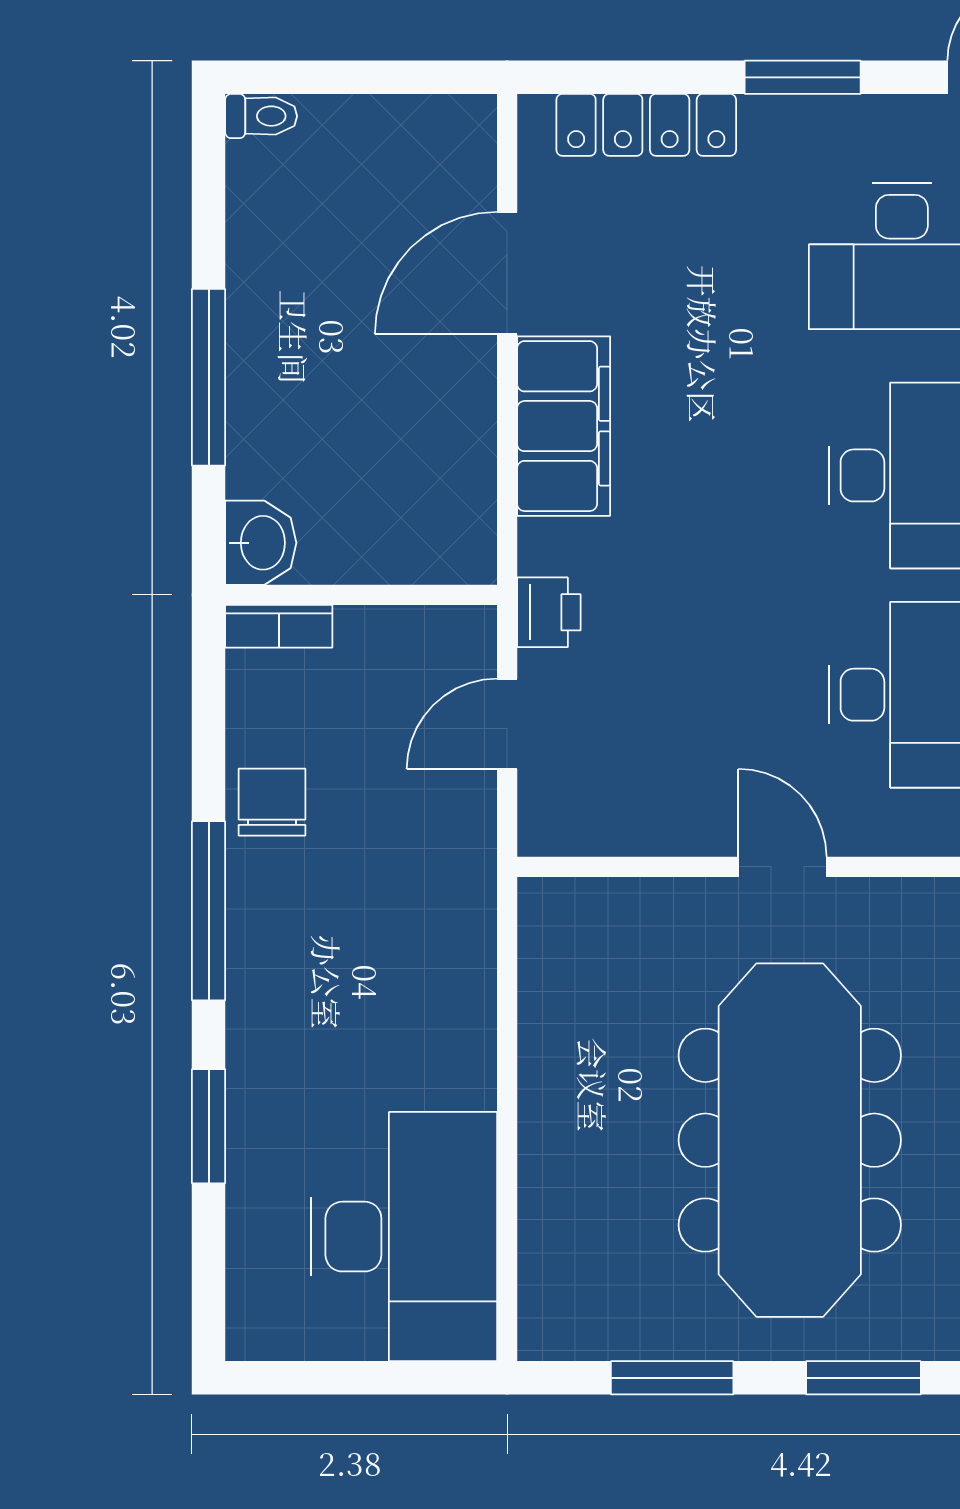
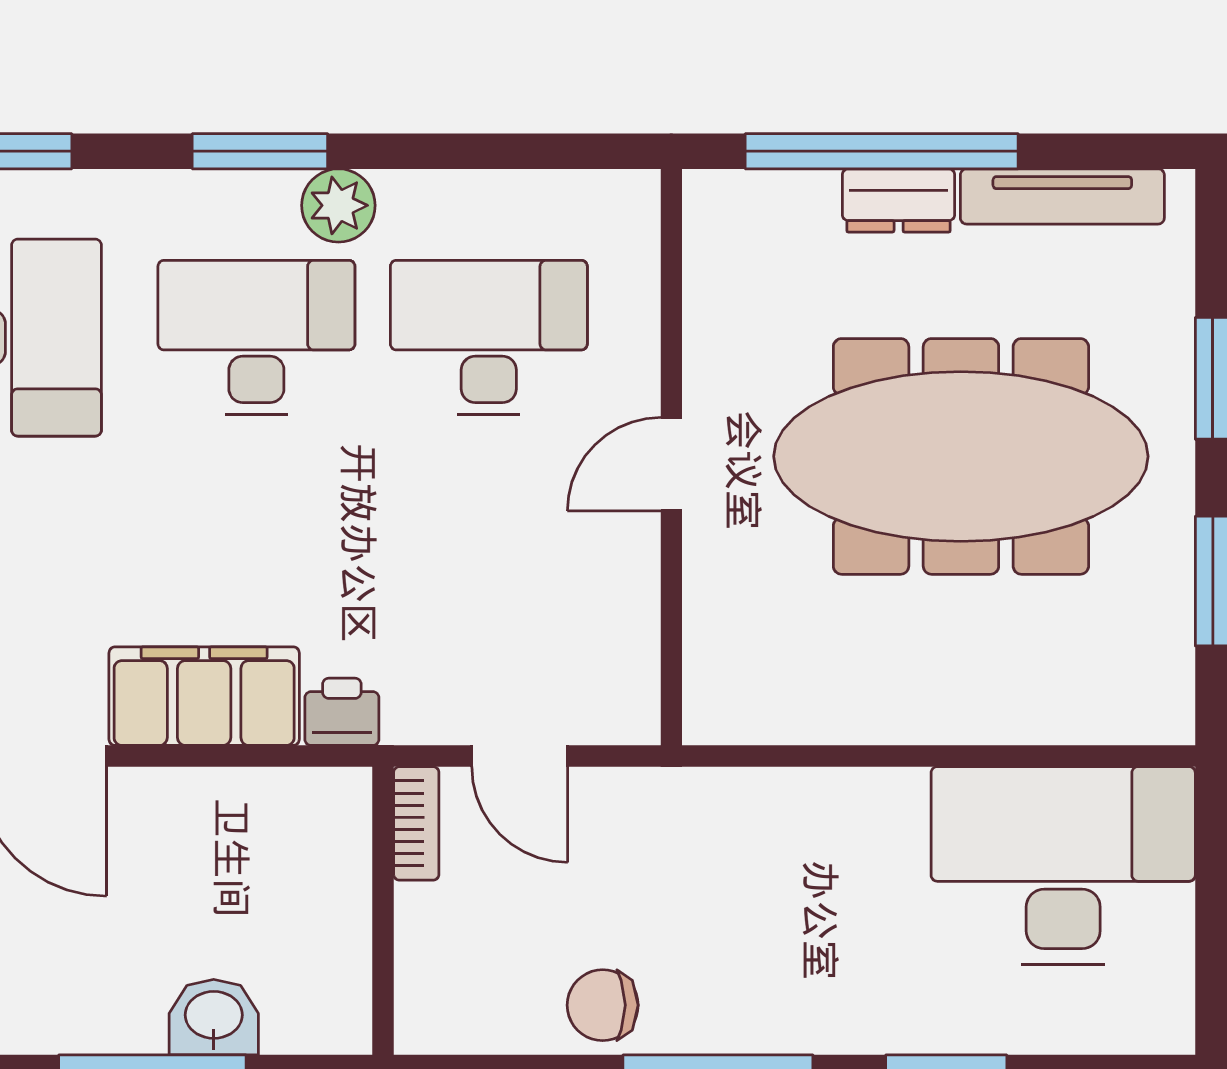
washbasin: (261, 543) -> (214, 1017), moved
printer: (549, 612) -> (342, 712), moved
bookcase: (279, 626) -> (416, 823), moved

